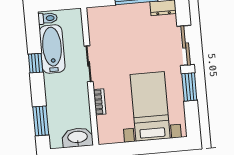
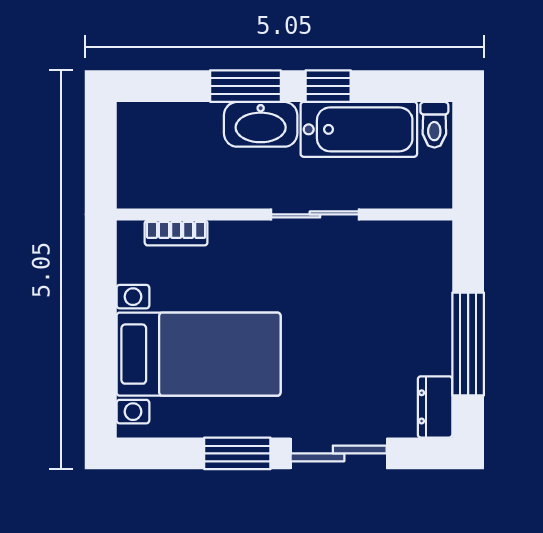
bookcase: (100, 102) -> (176, 233), moved
window: (41, 121) -> (245, 86), moved
washbasin: (78, 137) -> (261, 124), moved, turned 90

